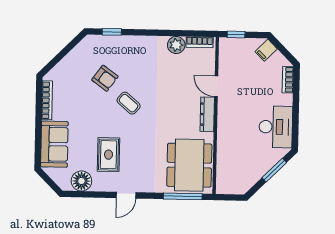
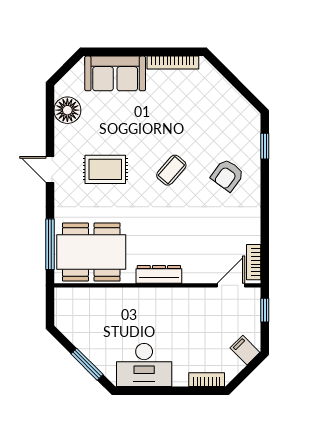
plant: (176, 45) -> (249, 231), removed
armchair: (105, 78) -> (227, 175), moved
door: (216, 86) -> (231, 285), moved
rug: (109, 155) -> (105, 169), moved

